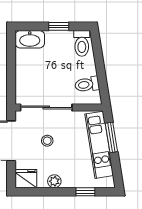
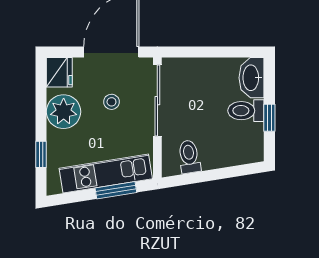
toilet: (82, 43) -> (246, 111), moved
plant: (54, 181) -> (64, 112), width x1.88, depth x1.88

